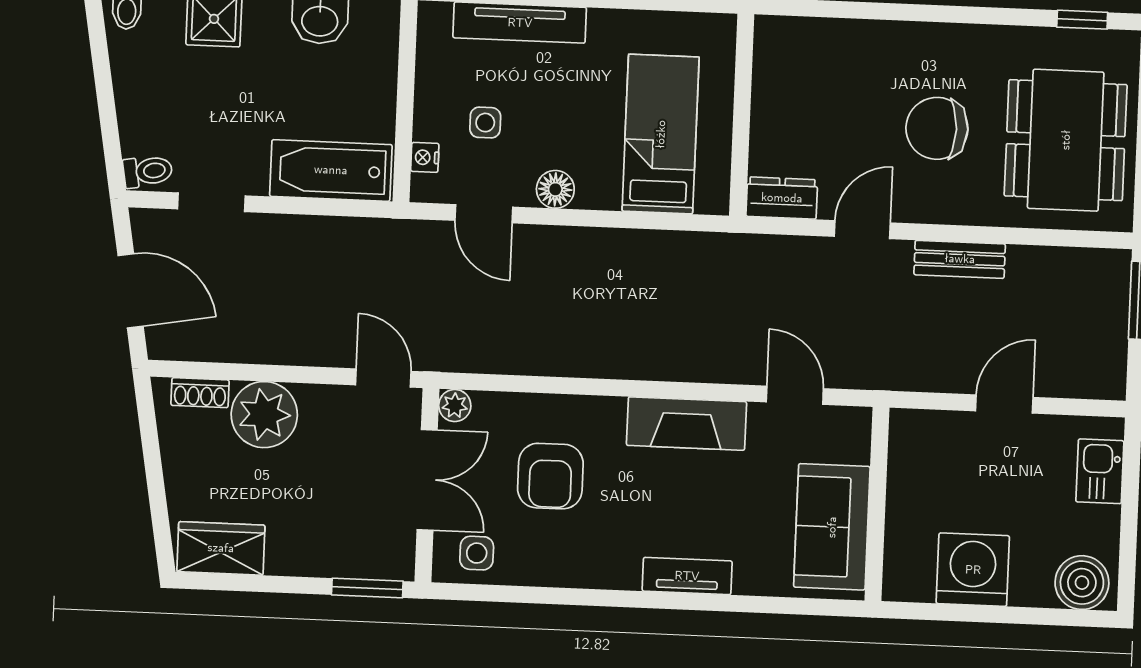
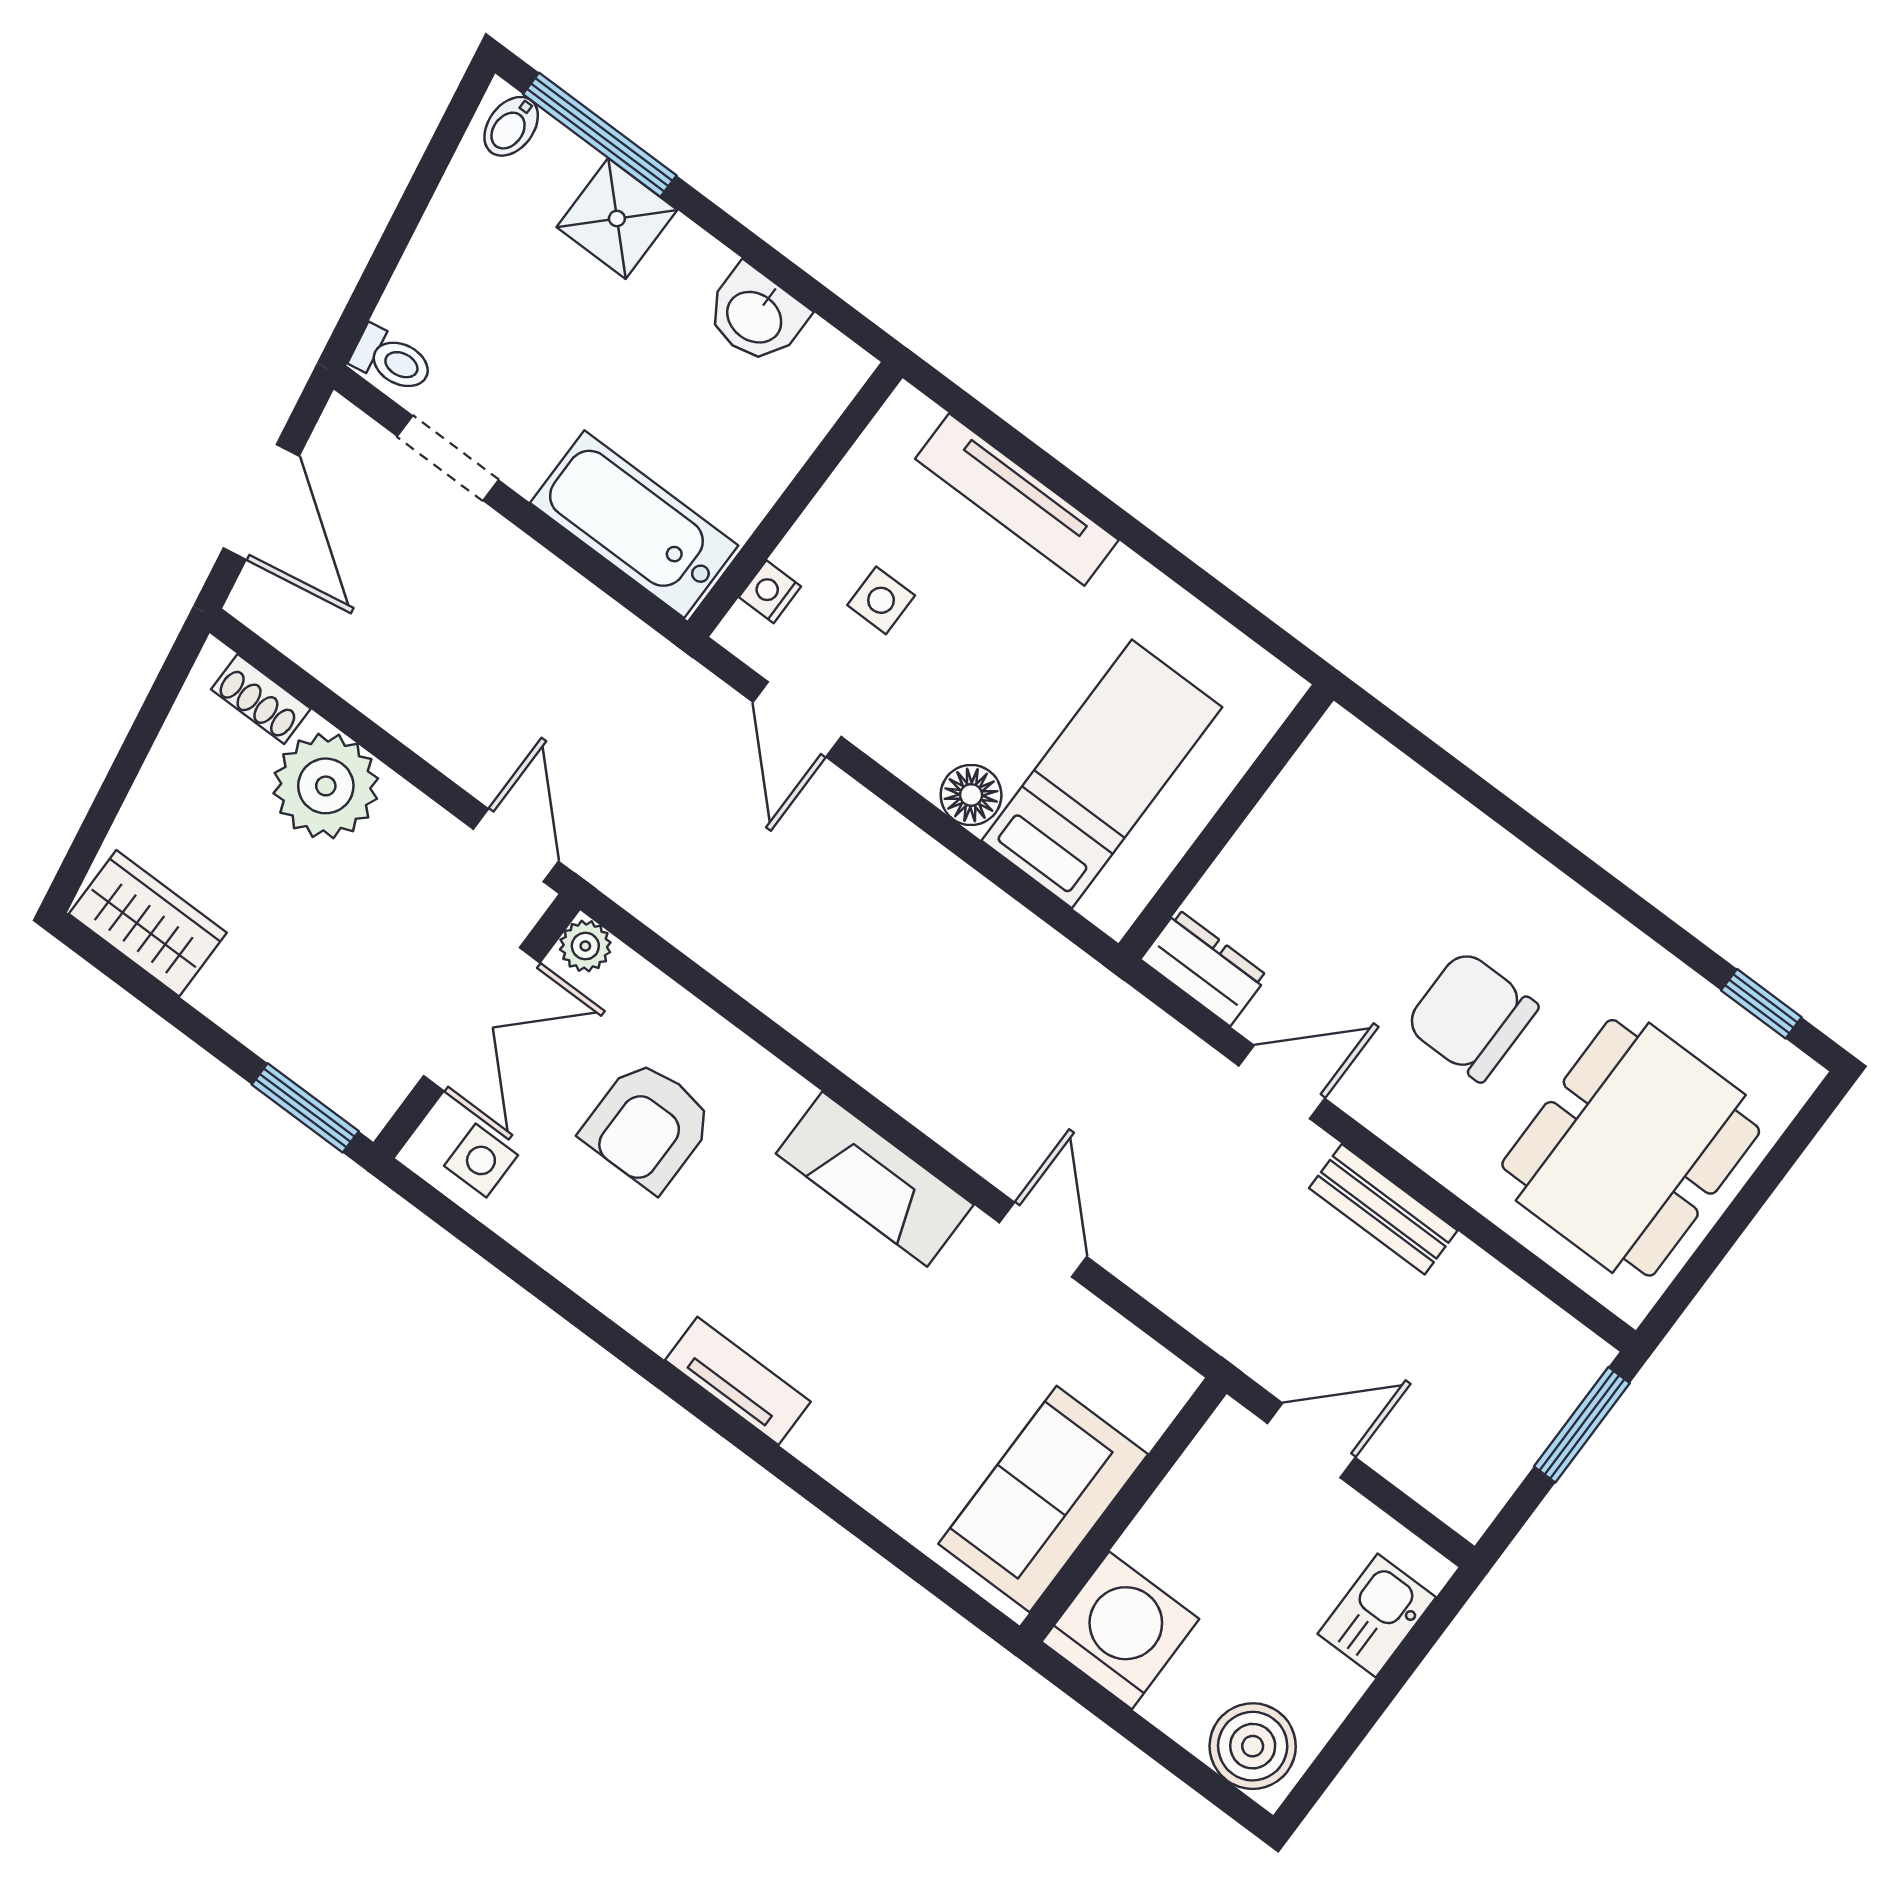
floor lamp: (555, 189) -> (971, 795), moved
wall: (877, 504) -> (1123, 1510), moved
sofa: (832, 527) -> (1043, 1499), moved

